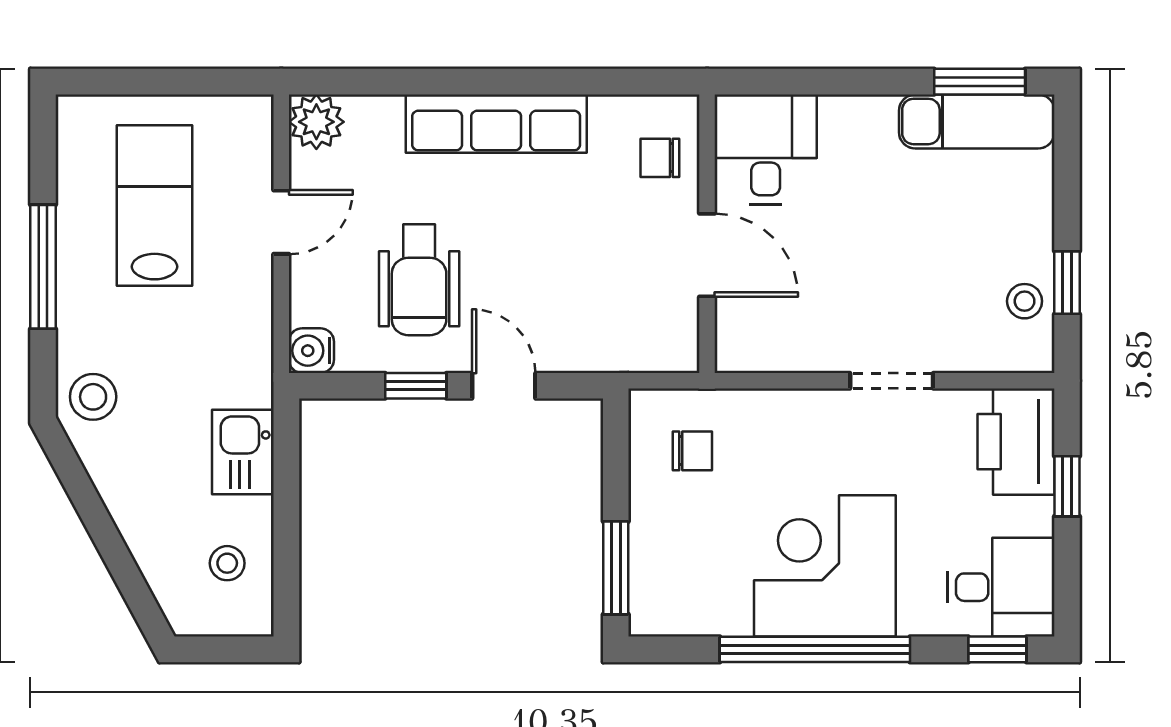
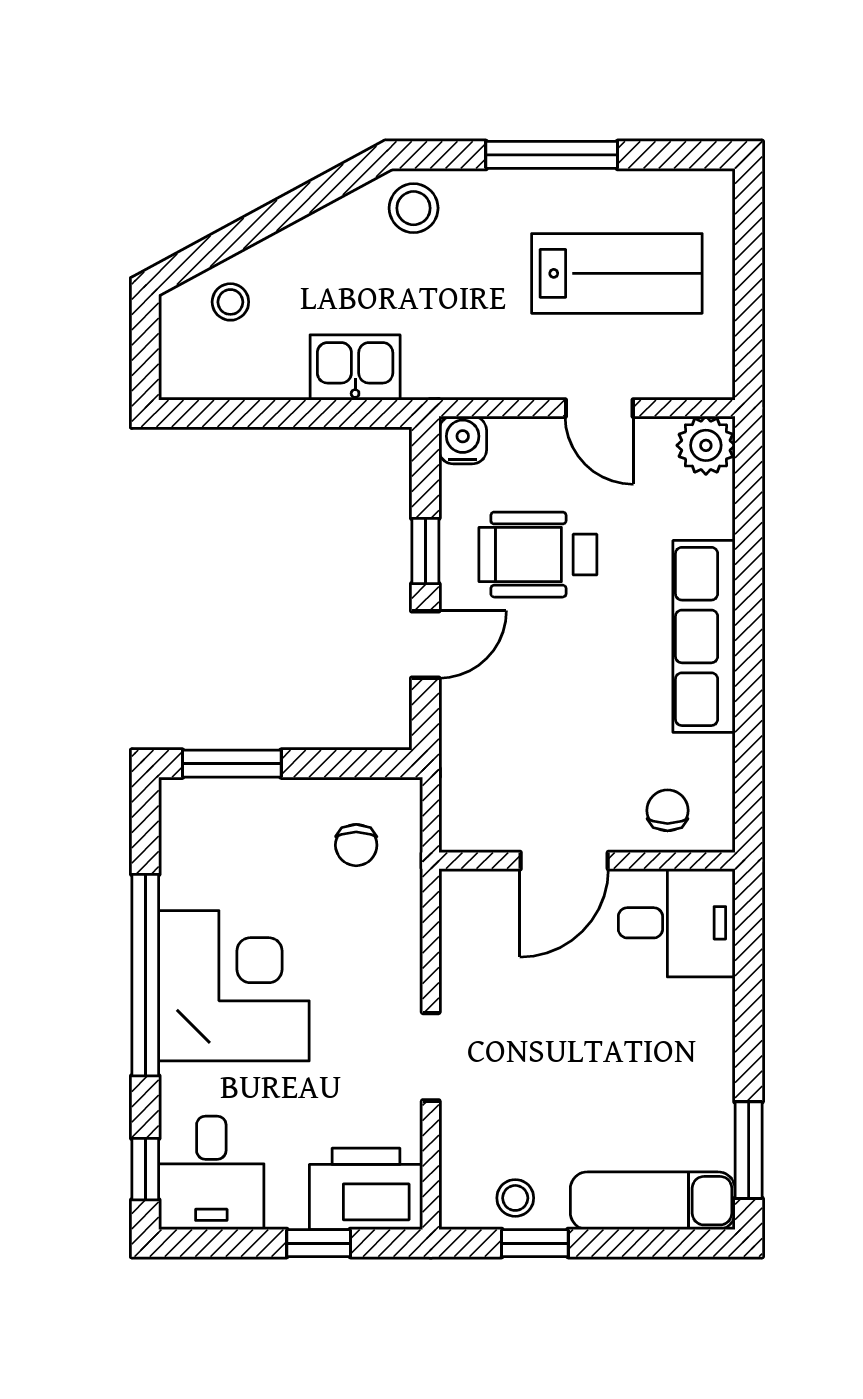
exam couch: (977, 121) -> (653, 1201), moved, turned 90
stool: (227, 563) -> (230, 302), moved

